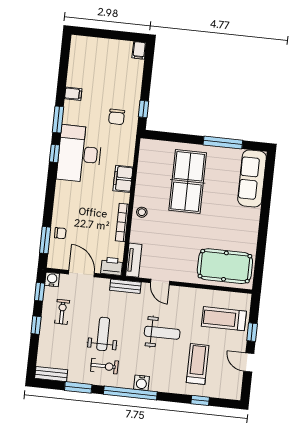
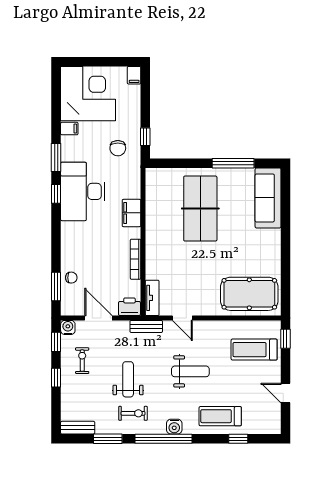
corner desk: (94, 63) -> (88, 94), added
stool: (142, 212) -> (155, 246), removed
window: (252, 332) -> (285, 339), moved
treadmill: (198, 364) -> (220, 416), moved, turned -90

